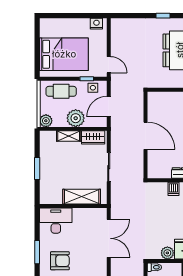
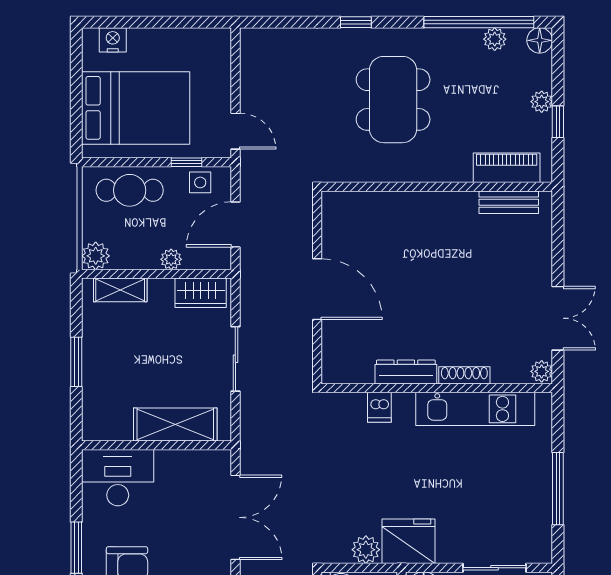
nightstand: (96, 24) -> (113, 40), moved
plant: (76, 118) -> (171, 259), width x0.53, depth x0.53
shelving: (69, 136) -> (120, 290), moved

